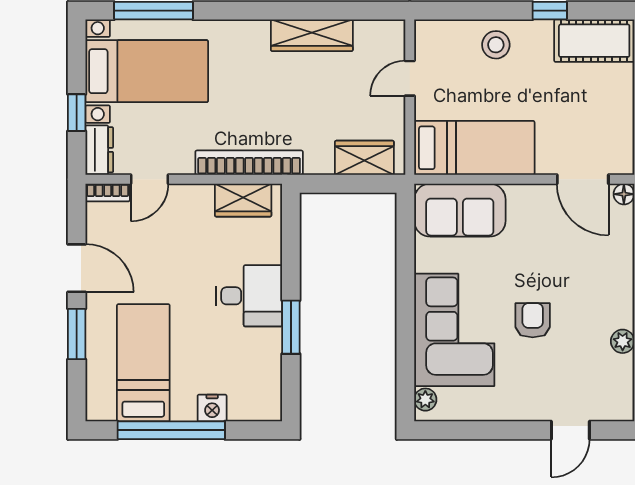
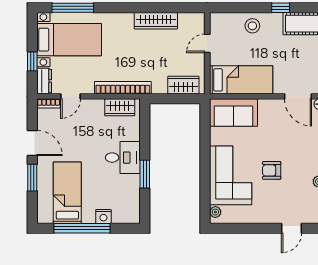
armchair: (533, 320) -> (272, 170), turned -90

